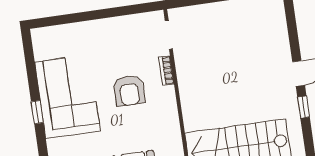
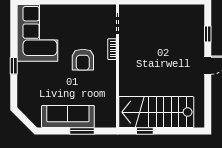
corner sofa: (68, 97) -> (37, 33), moved
window: (303, 107) -> (208, 34), moved

